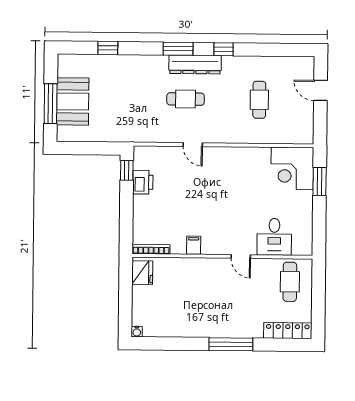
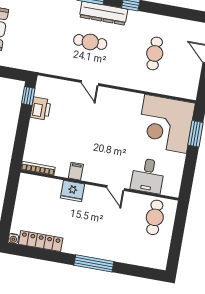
corner desk: (292, 168) -> (166, 124), width x1.36, depth x1.36
fridge: (142, 273) -> (72, 191), moved, turned 90
locker: (288, 331) -> (41, 241), moved

